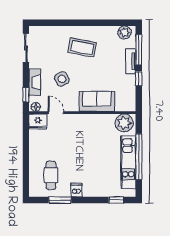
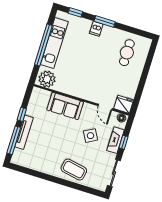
plant: (124, 32) -> (22, 160), removed
coffee table: (82, 47) -> (74, 170), moved
tv unit: (131, 61) -> (24, 132), width x1.41
window: (26, 95) -> (123, 142), moved
dishwasher: (76, 190) -> (96, 29), moved
window: (60, 200) -> (105, 21), moved

